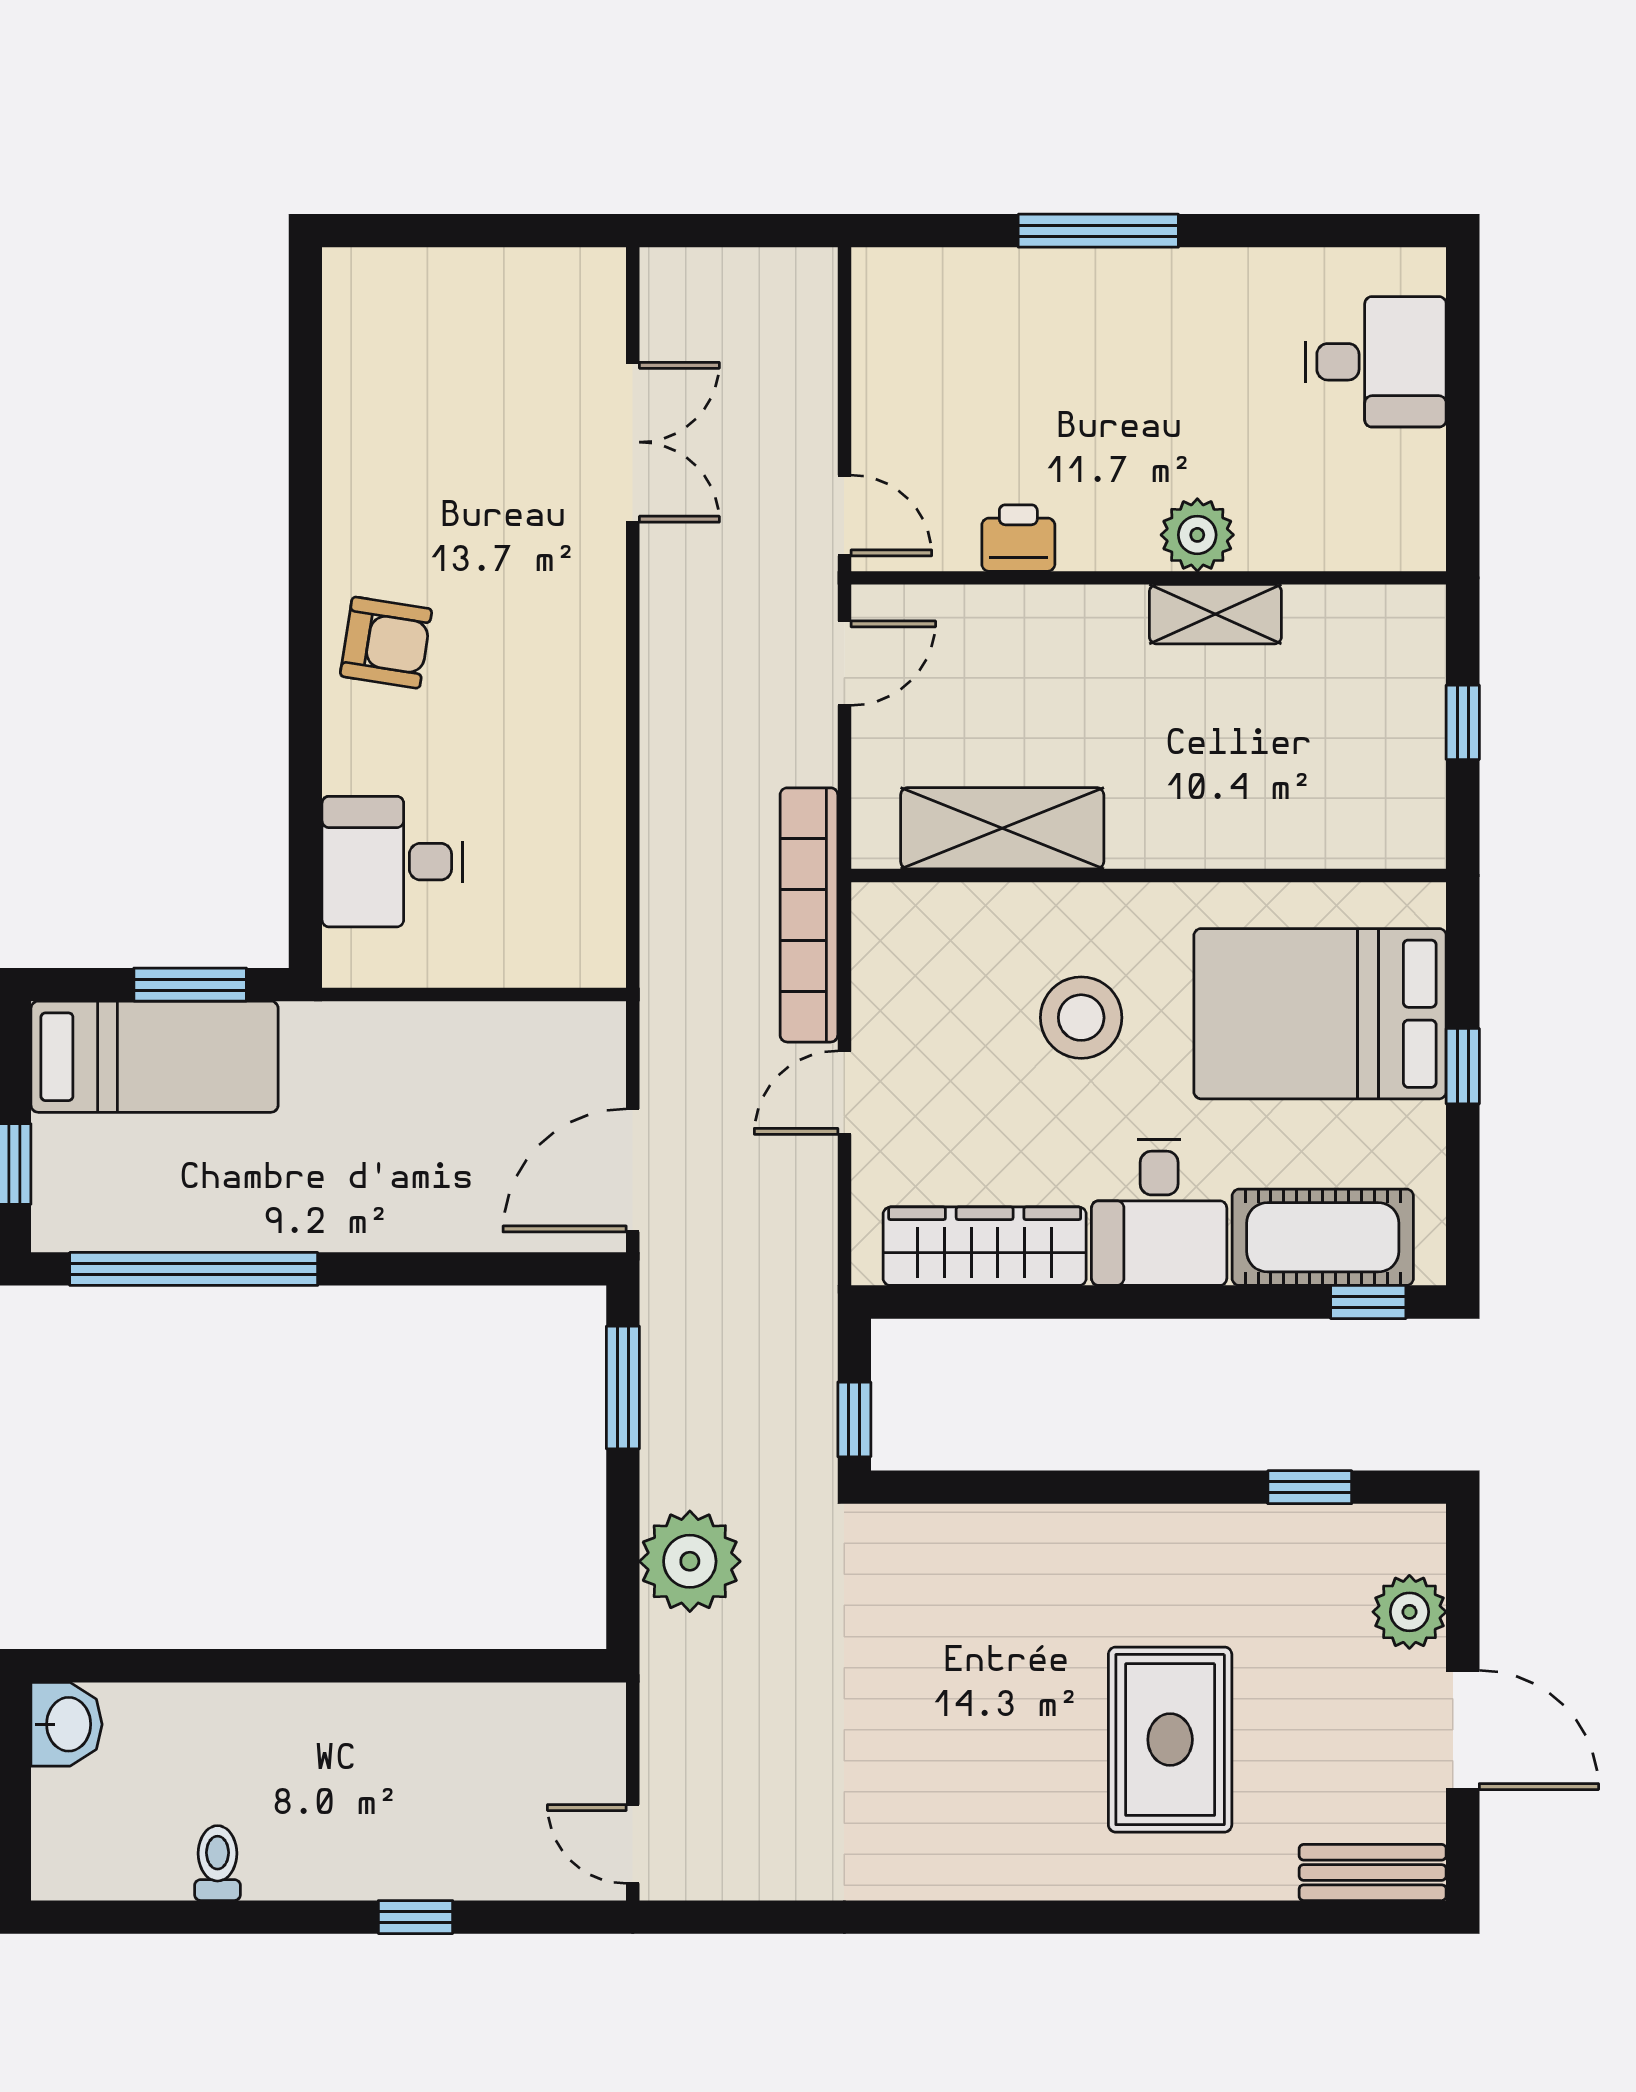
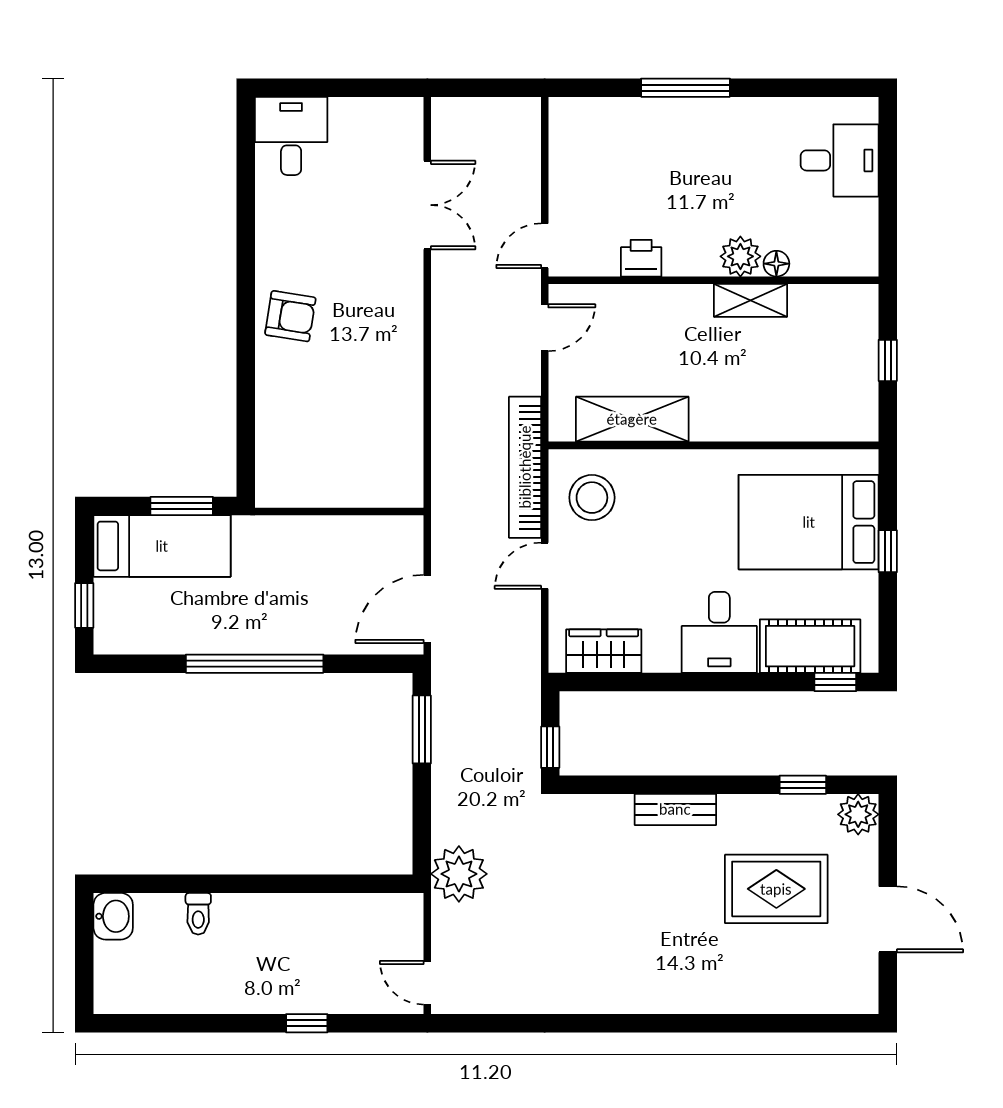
door: (844, 516) -> (545, 246), swing flipped
floor lamp: (1262, 548) -> (776, 264), added
desk: (392, 862) -> (291, 136), moved, turned 90
stool: (1081, 1018) -> (592, 498), moved
wardrobe: (985, 1246) -> (604, 651), width x0.67
window: (194, 1269) -> (255, 664), moved
plant: (690, 1561) -> (459, 874), moved
plant: (1409, 1612) -> (858, 814), moved
rug: (1170, 1740) -> (776, 889), moved, turned 90
toilet: (217, 1863) -> (198, 914), moved, turned 180
bench: (1373, 1872) -> (675, 809), moved

